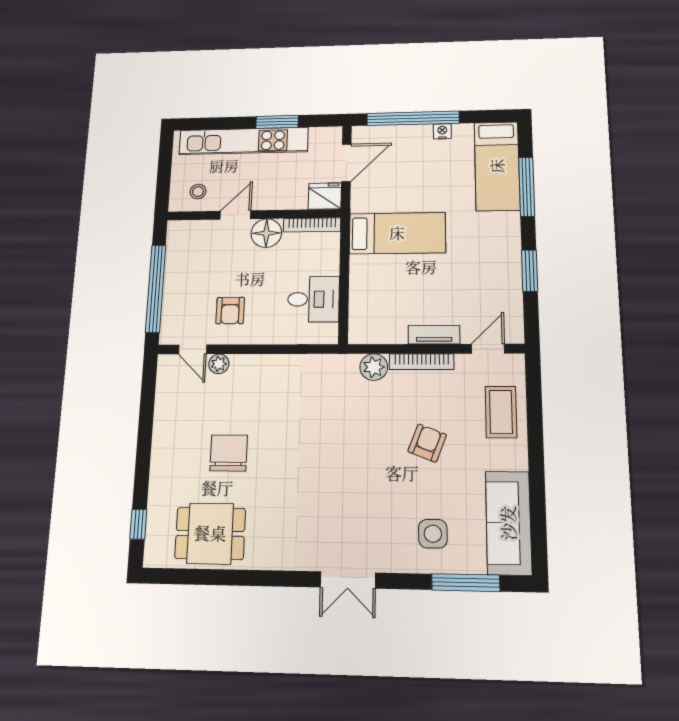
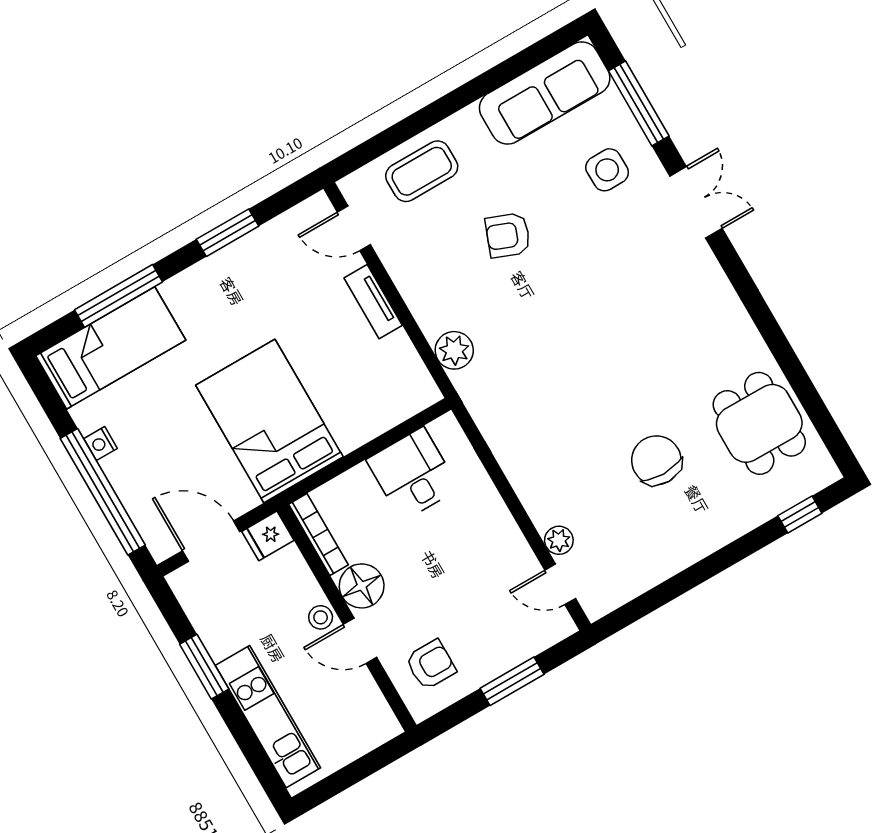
kitchen unit: (243, 141) -> (268, 717), width x0.73
stool: (198, 192) -> (321, 617), moved
fridge: (325, 196) -> (268, 536), width x0.72
bed: (397, 233) -> (269, 421), width x1.50
window: (156, 288) -> (512, 681), width x0.47
armchair: (230, 311) -> (431, 665), moved
door: (193, 349) -> (560, 584), swing flipped
bookcase: (422, 362) -> (415, 298), removed
chair: (229, 453) -> (656, 460), turned 90
double door: (348, 580) -> (696, 202), moved

